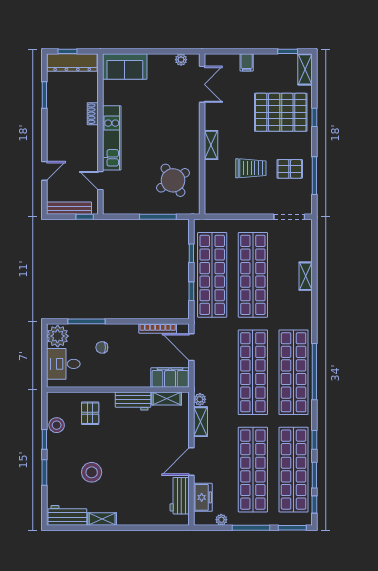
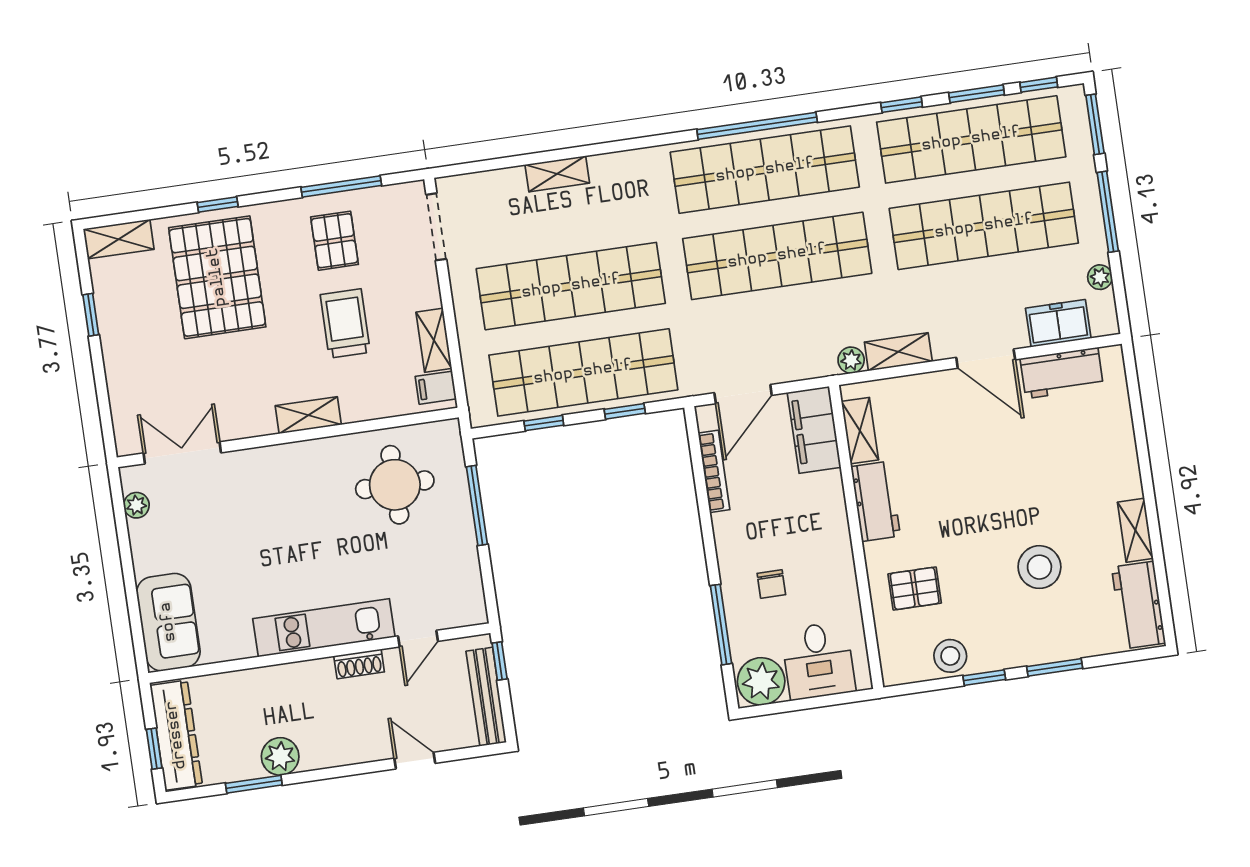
window: (288, 51) -> (91, 315), moved
filing cabinet: (247, 62) -> (436, 388), moved, turned 180
plant: (55, 109) -> (280, 756), added
shoe rack: (93, 114) -> (359, 664), moved
round table: (173, 180) -> (395, 485), turned 32
shelving: (237, 208) -> (434, 340), added

